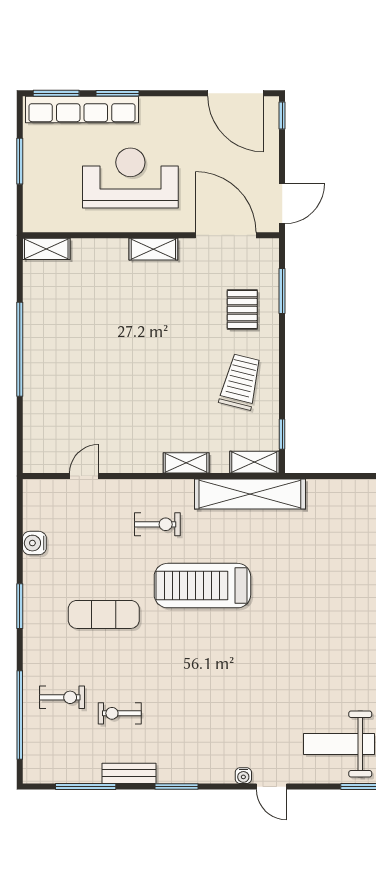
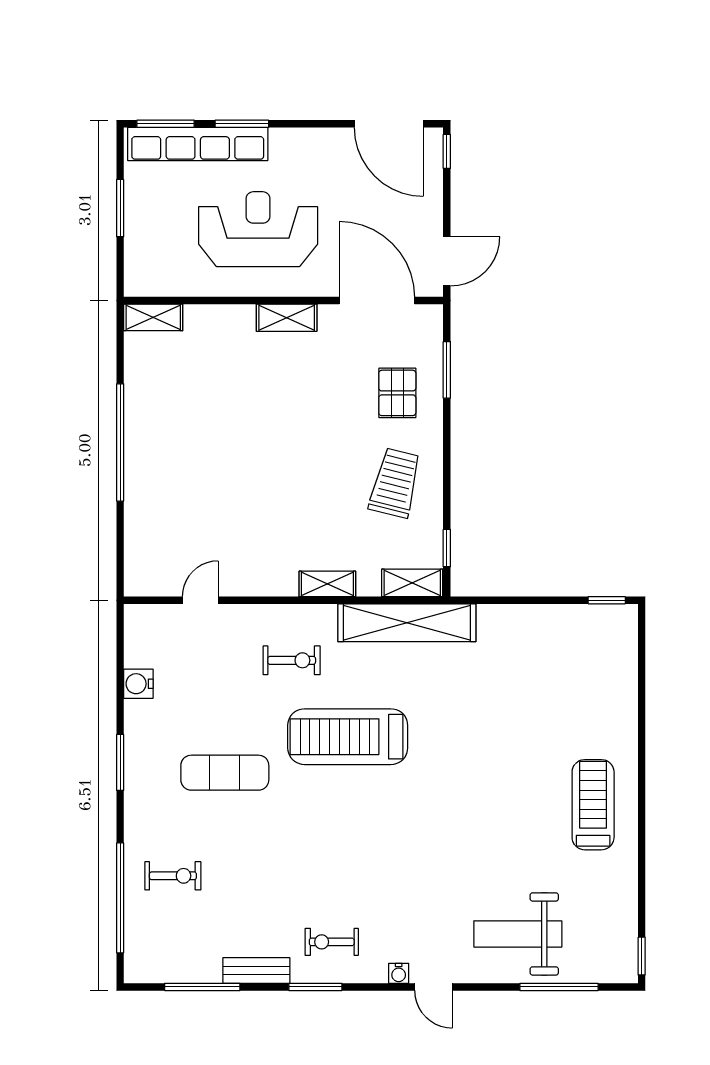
exercise bike: (120, 713) -> (332, 942), moved

